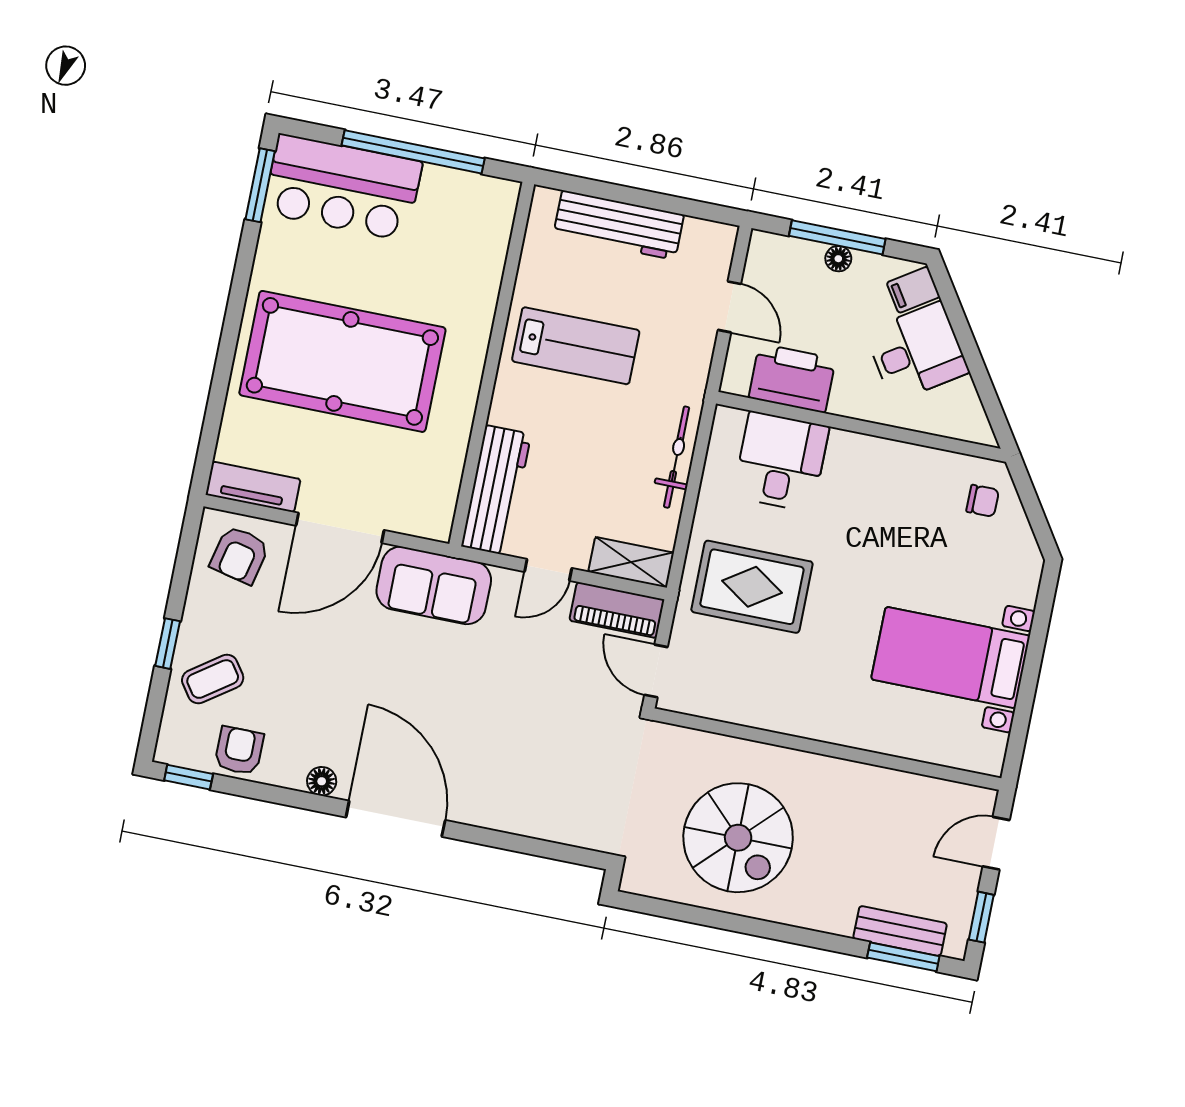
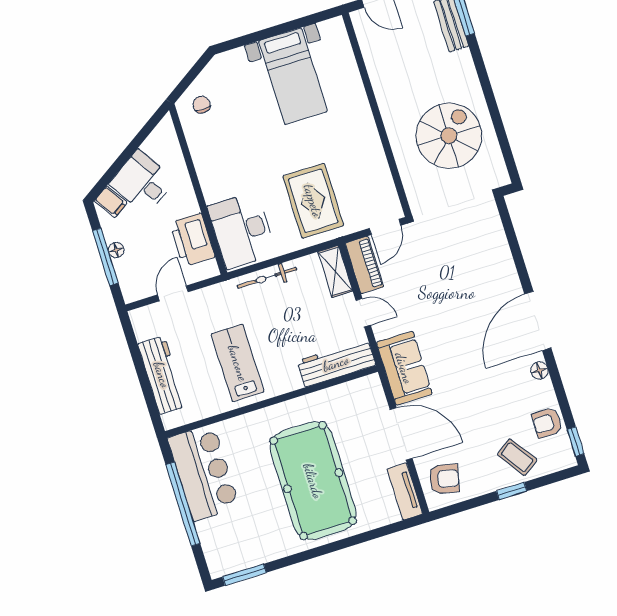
bar counter: (343, 187) -> (204, 473), moved
desk: (781, 462) -> (242, 230), width x1.37

